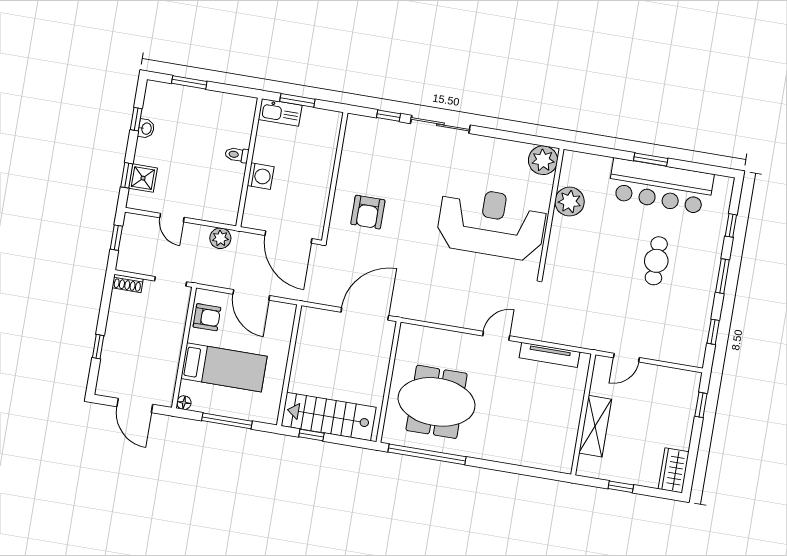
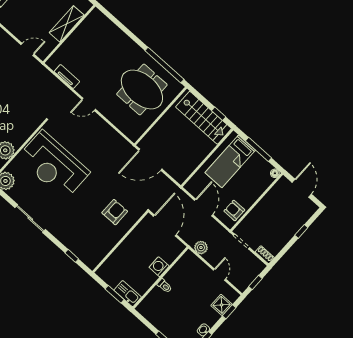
sliding door: (440, 124) -> (30, 219), moved
tv unit: (550, 355) -> (67, 77), width x0.71
bed: (224, 367) -> (230, 161), moved, turned -90

